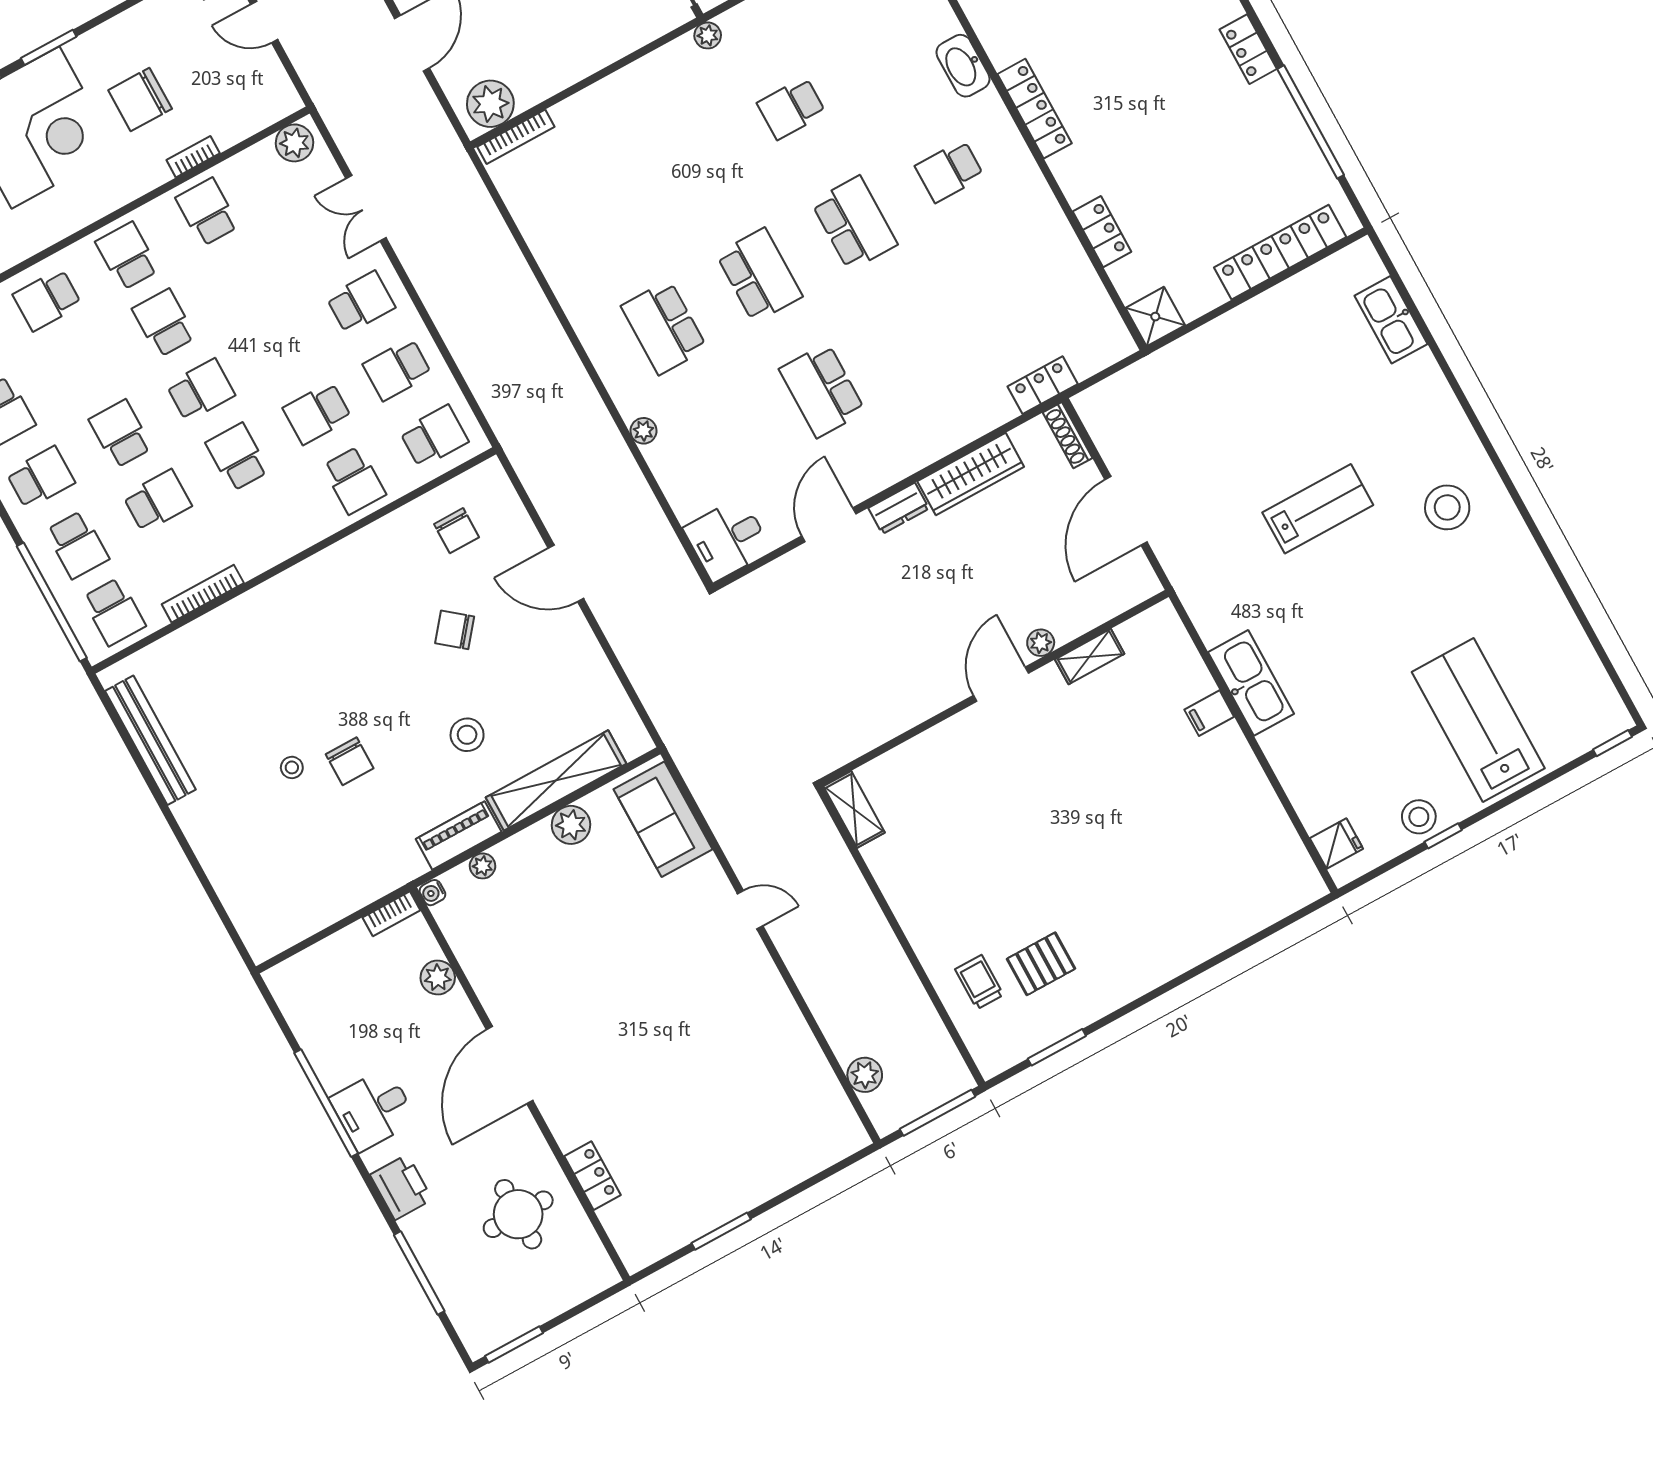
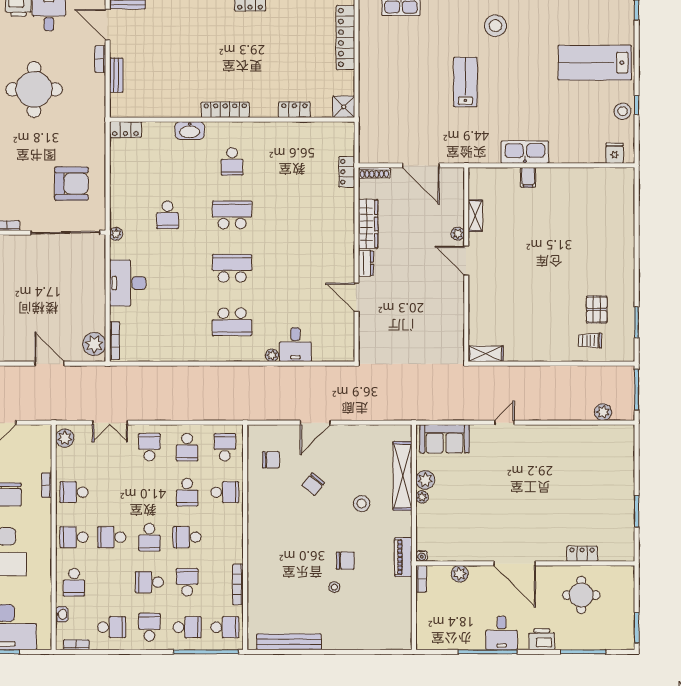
desk: (632, 104) -> (128, 283), added
school desk: (201, 390) -> (149, 537), turned 180
school desk: (822, 390) -> (297, 268), removed
desk: (727, 539) -> (295, 345), moved
piano: (459, 835) -> (403, 557), moved
plant: (483, 866) -> (422, 497), moved

